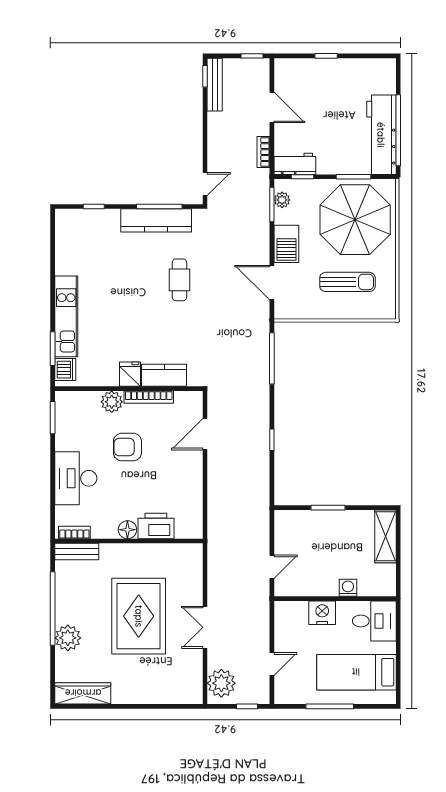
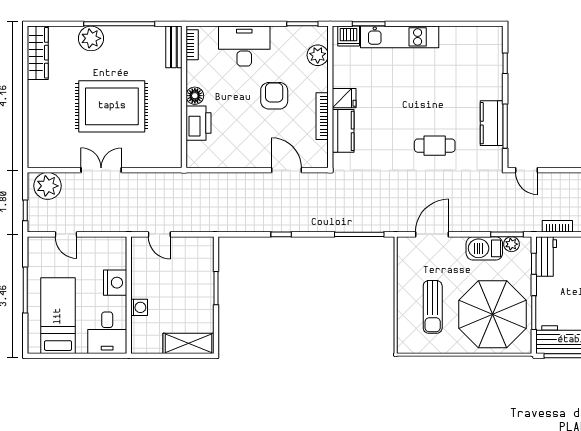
kitchen counter: (156, 220) -> (492, 123), width x0.67
barbecue: (286, 244) -> (484, 248), moved
plant: (112, 402) -> (318, 55), moved

